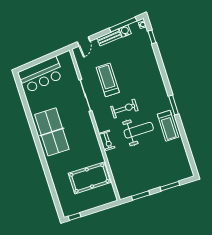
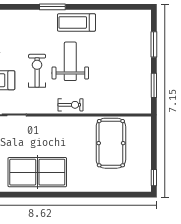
treadmill: (168, 126) -> (76, 22), turned 180

